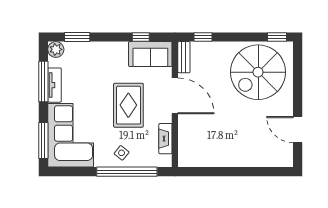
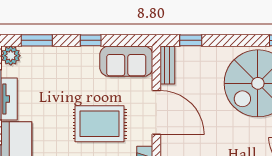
window: (141, 37) -> (91, 40), moved
rug: (128, 105) -> (100, 124), turned 90

